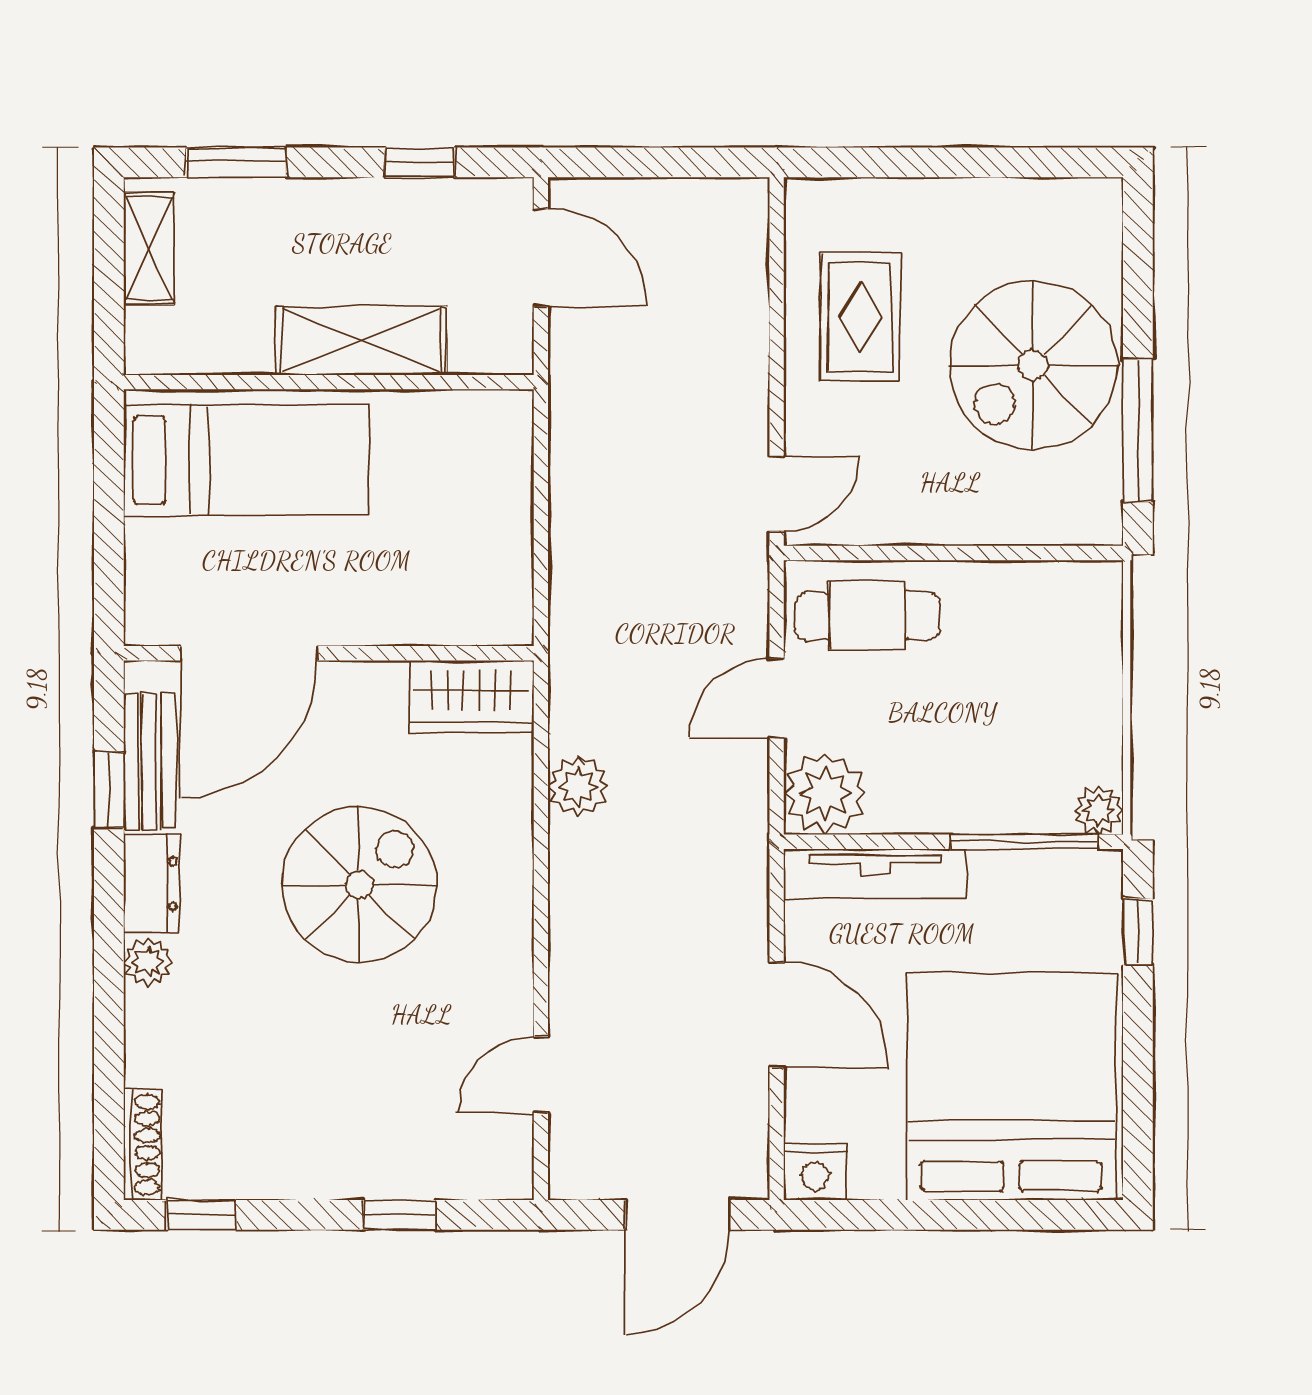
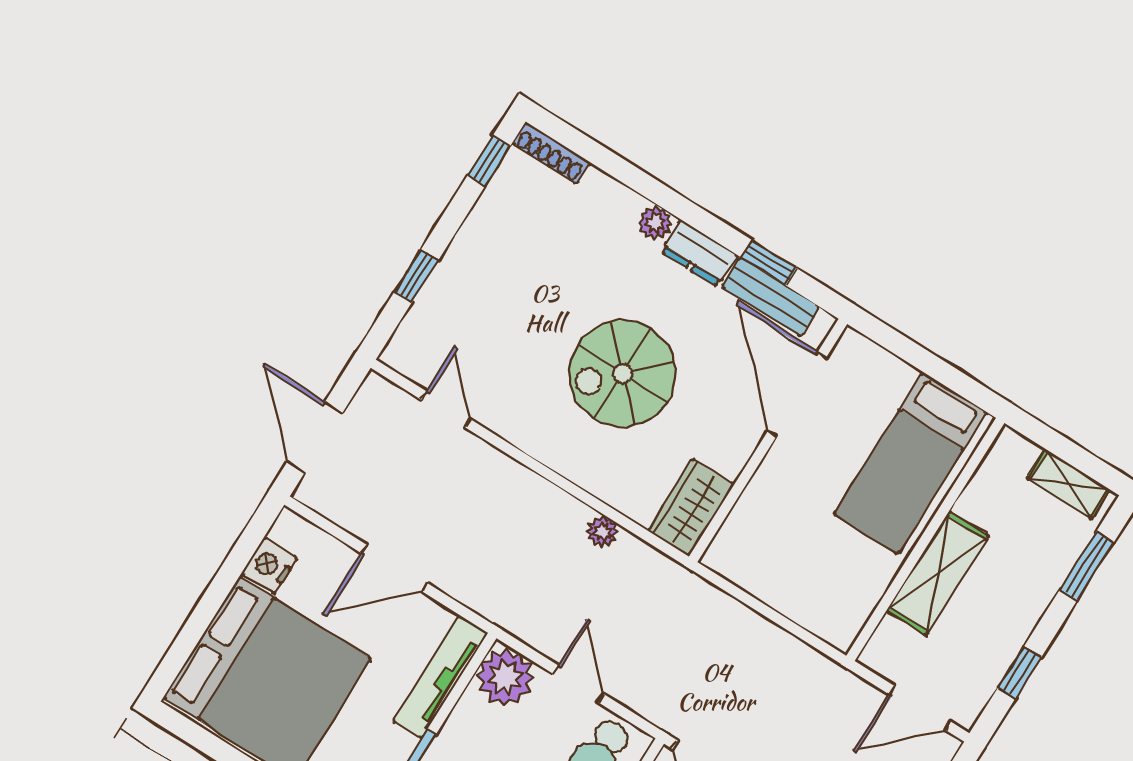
plant: (578, 786) -> (603, 532), width x0.73, depth x0.73
spiral stairs: (359, 885) -> (622, 374), turned 90
nightstand: (815, 1171) -> (269, 566), moved

